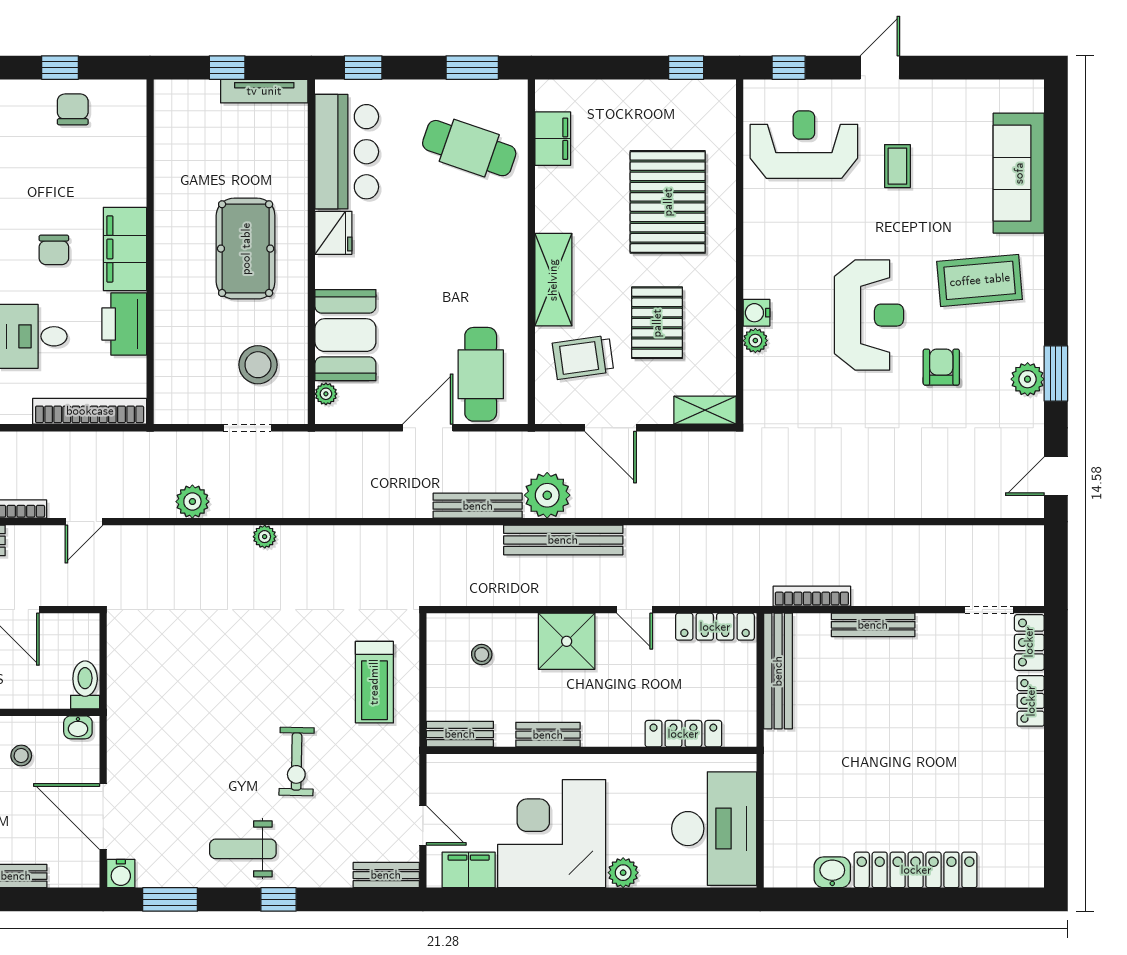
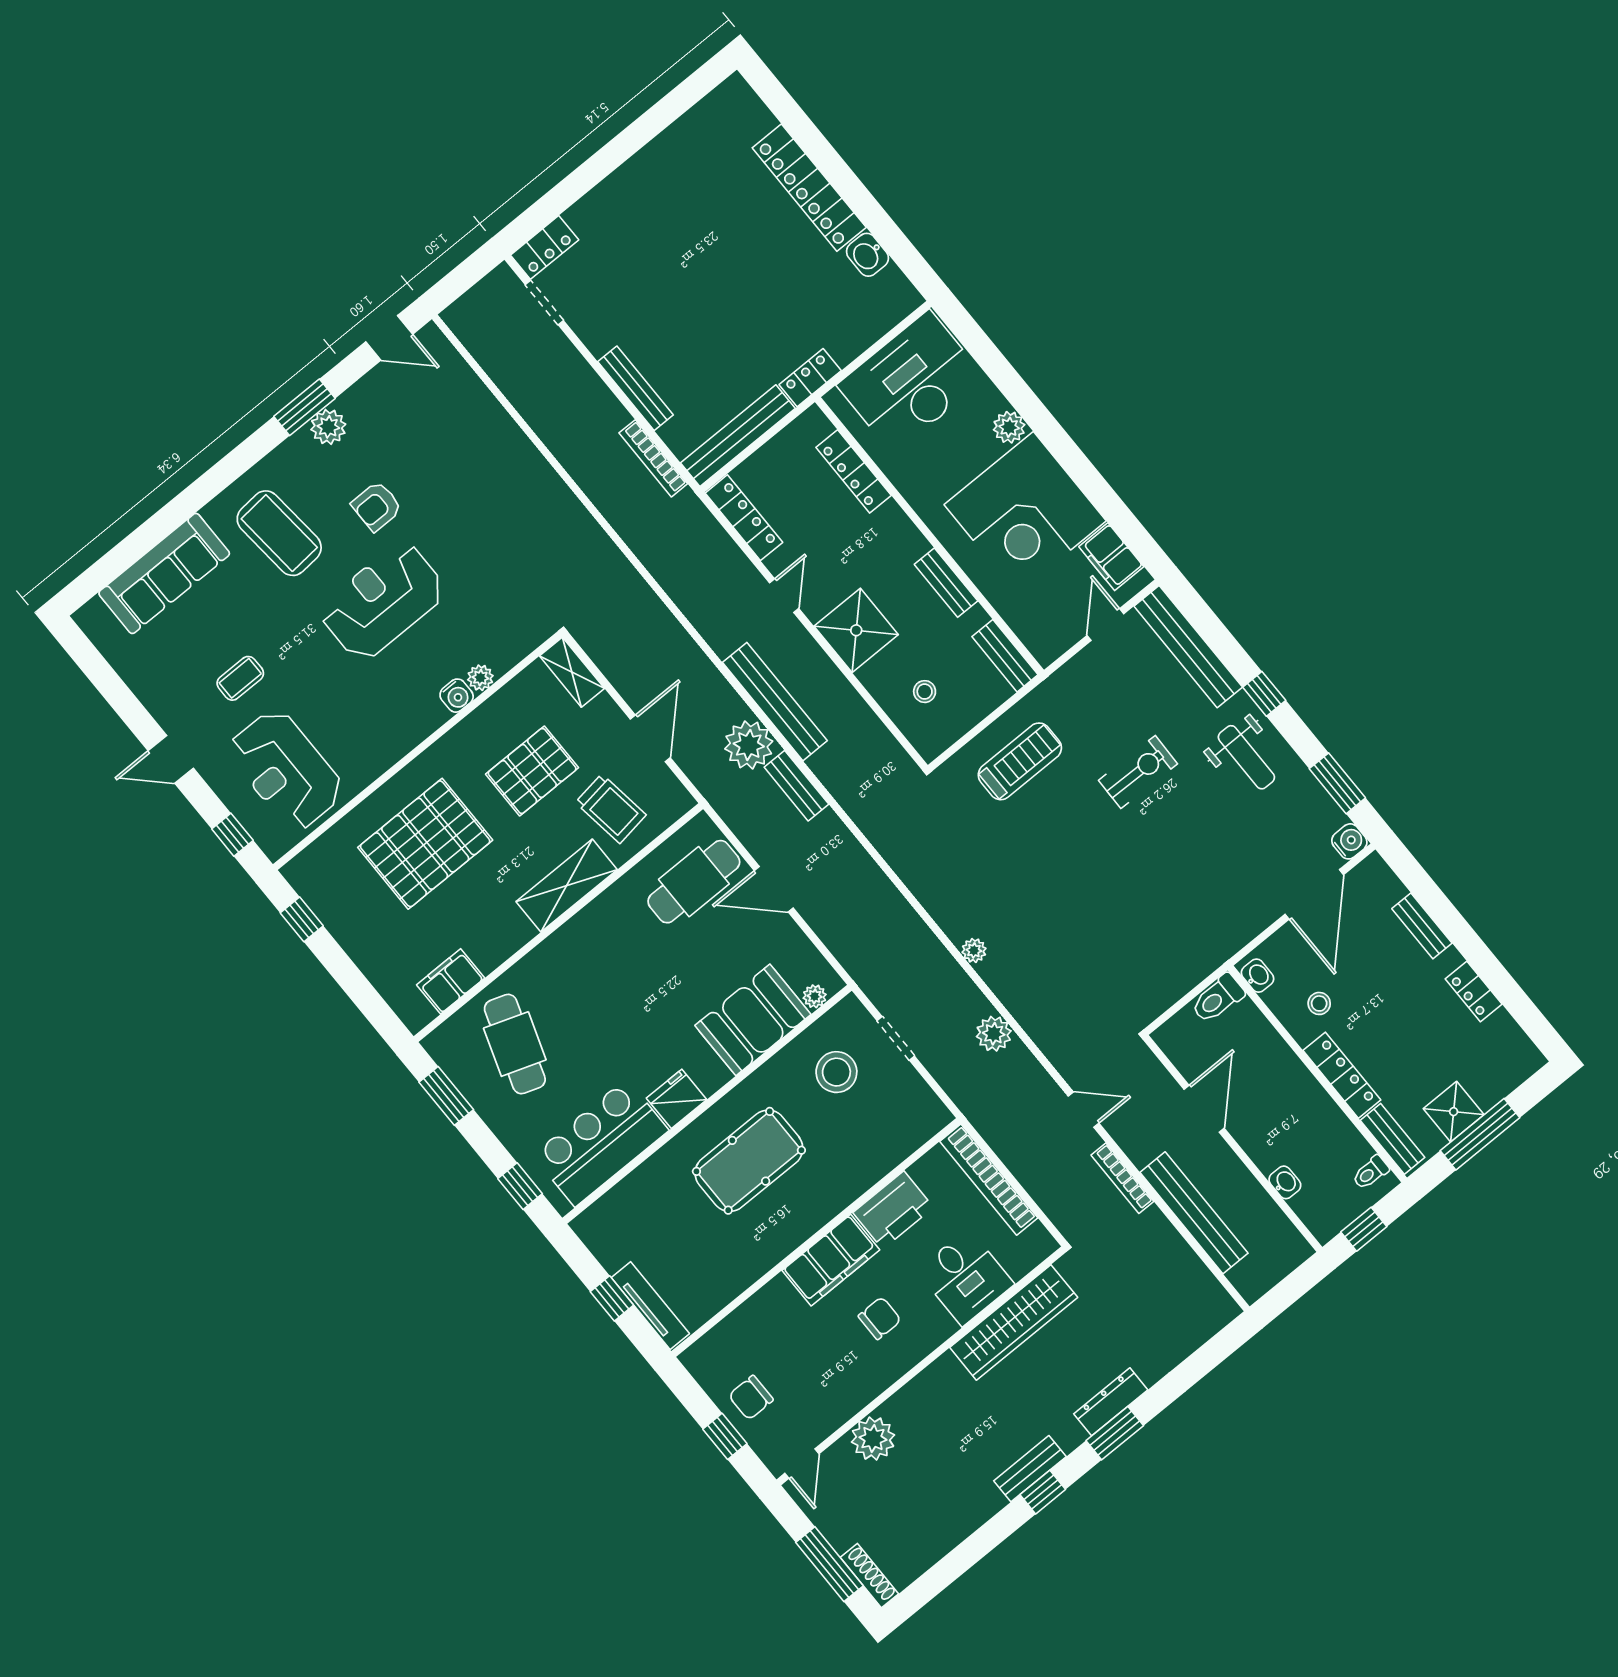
tv unit: (264, 91) -> (650, 1306), moved
bench: (478, 506) -> (796, 786), width x0.73
locker: (1031, 701) -> (810, 378), moved, turned 180
bench: (386, 875) -> (1188, 647), width x1.86, depth x1.21

